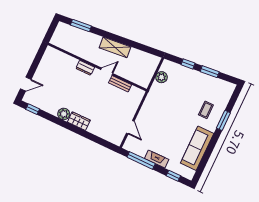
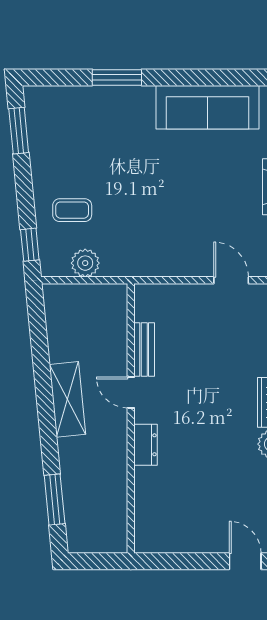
window: (188, 64) -> (30, 245), moved
window: (210, 72) -> (19, 131), moved
coffee table: (206, 110) -> (72, 210), moved
door: (130, 127) -> (231, 280), hinge flipped

